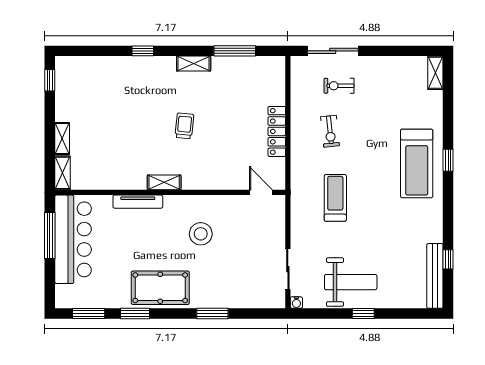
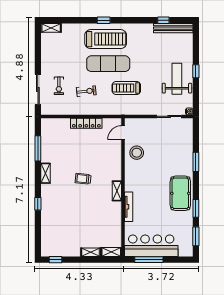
exercise mat: (376, 168) -> (108, 64), added
stool: (201, 234) -> (137, 153), moved

